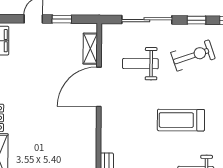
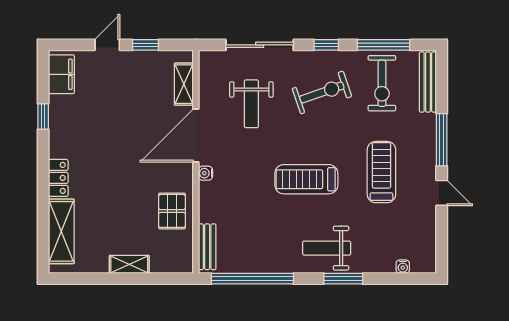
weight bench: (140, 64) -> (251, 104), turned -90
water cooler: (106, 115) -> (205, 173), added
pallet: (81, 143) -> (172, 211), added

